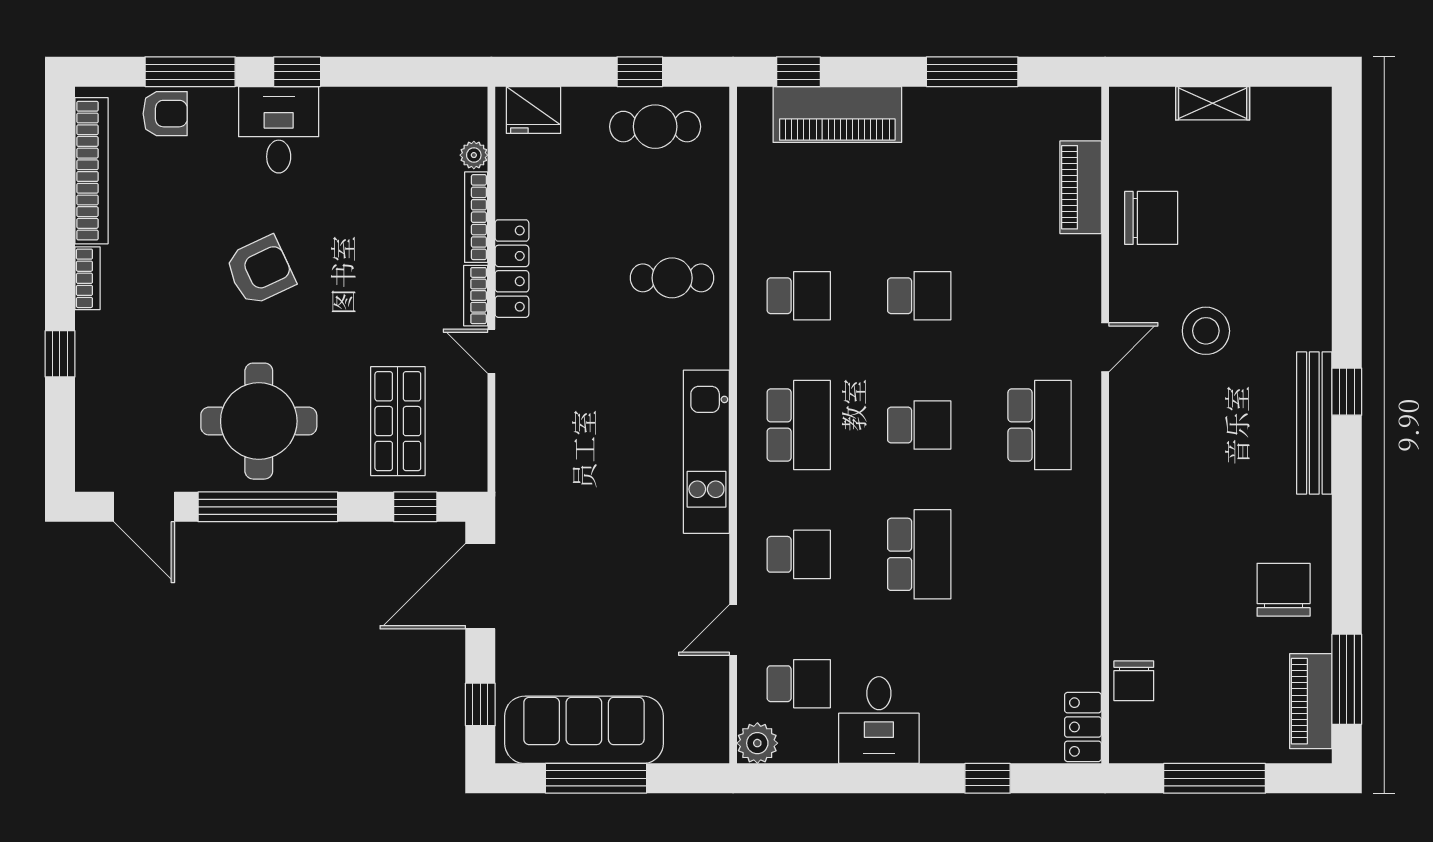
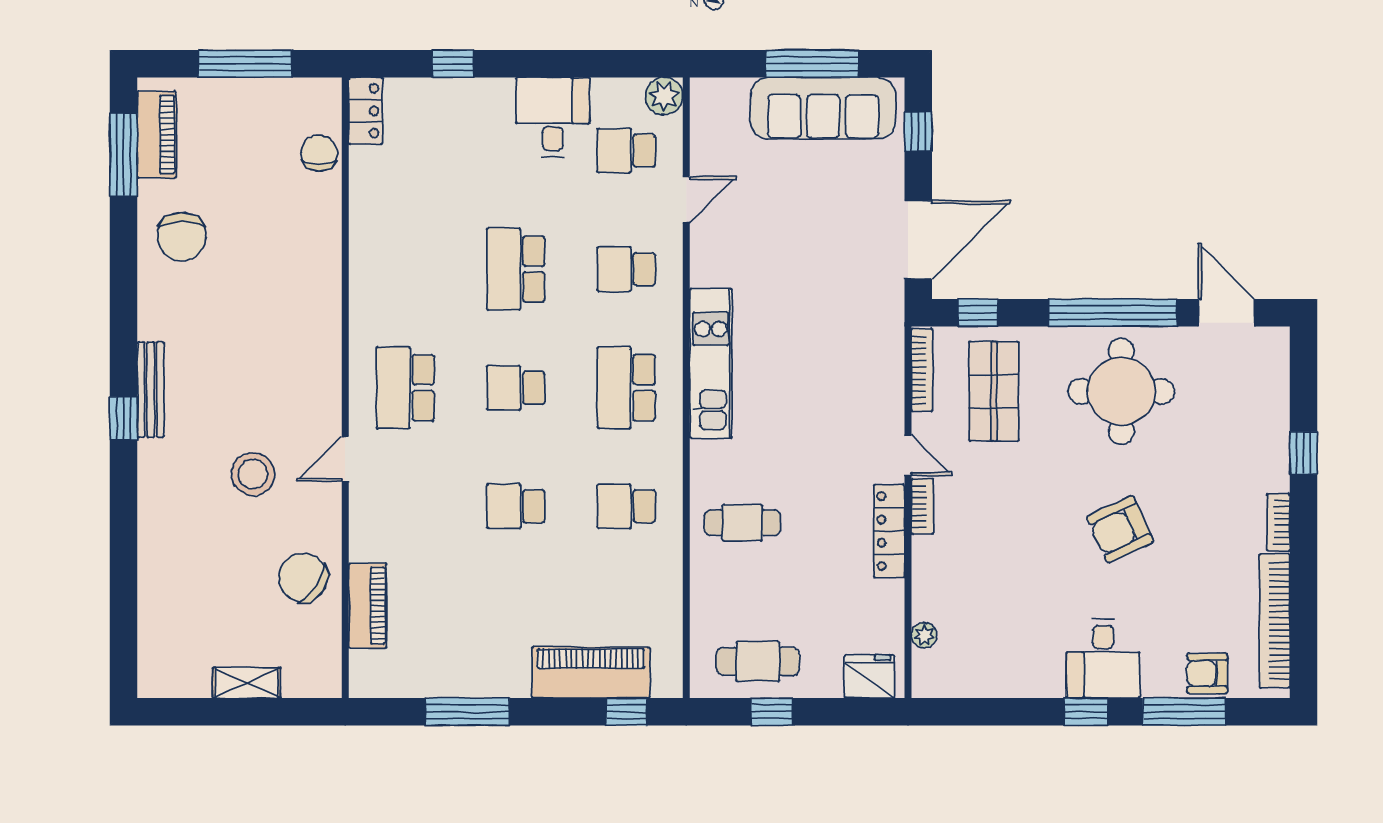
bookcase: (476, 217) -> (922, 370), moved
chair: (1151, 218) -> (303, 578), turned 34
bench: (1314, 423) -> (151, 390), width x0.73, depth x0.82

